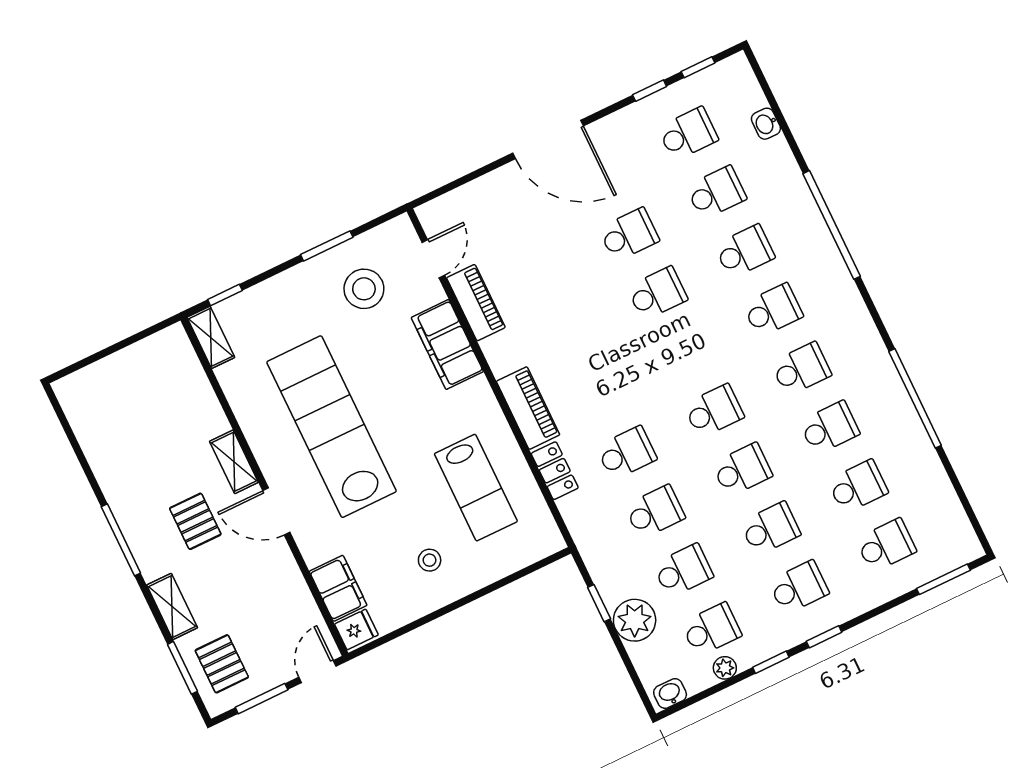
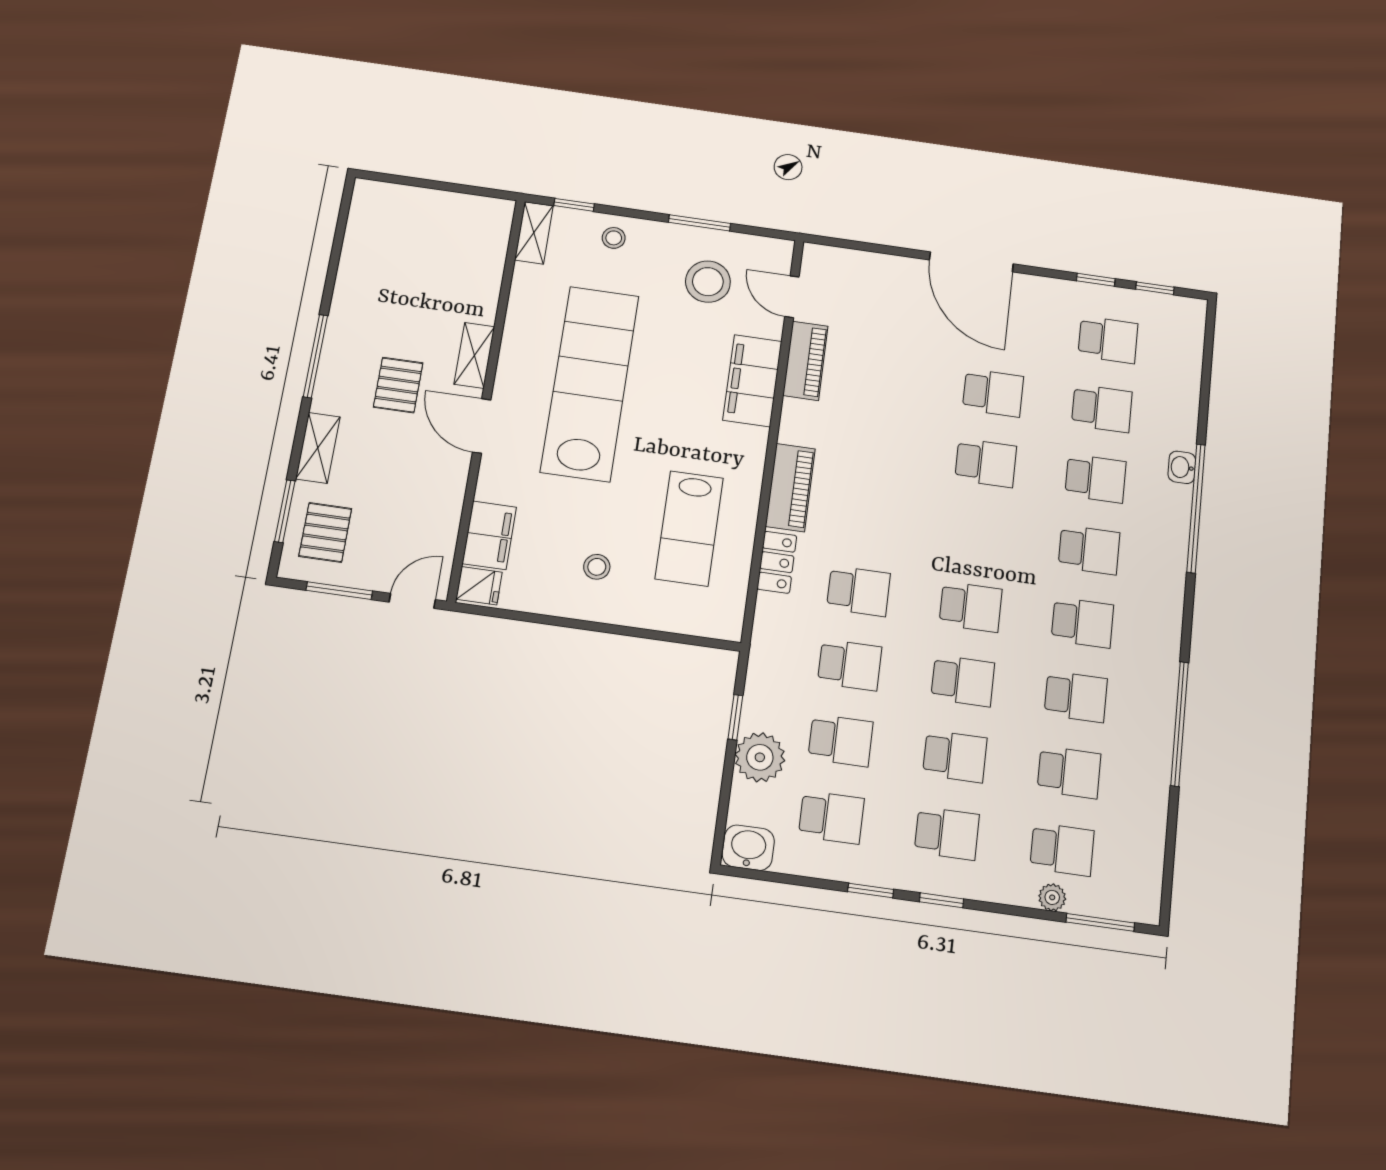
washbasin: (766, 124) -> (1182, 467), moved
door: (433, 259) -> (792, 297), swing flipped
stool: (272, 301) -> (614, 238), added
plant: (725, 668) -> (1052, 897), moved
washbasin: (670, 693) -> (748, 848), width x1.38, depth x1.45

